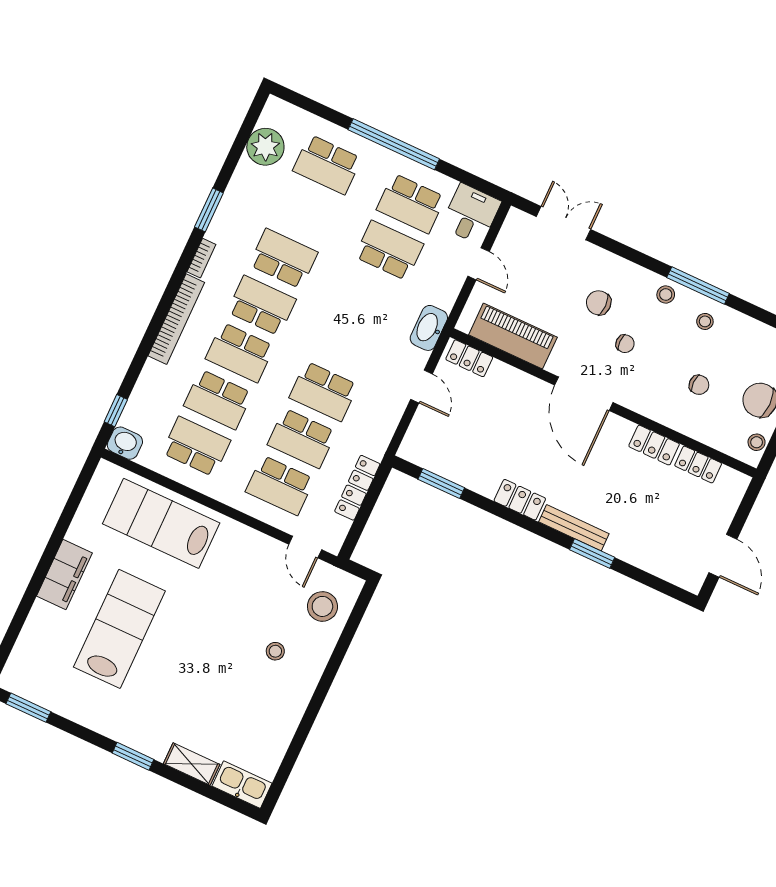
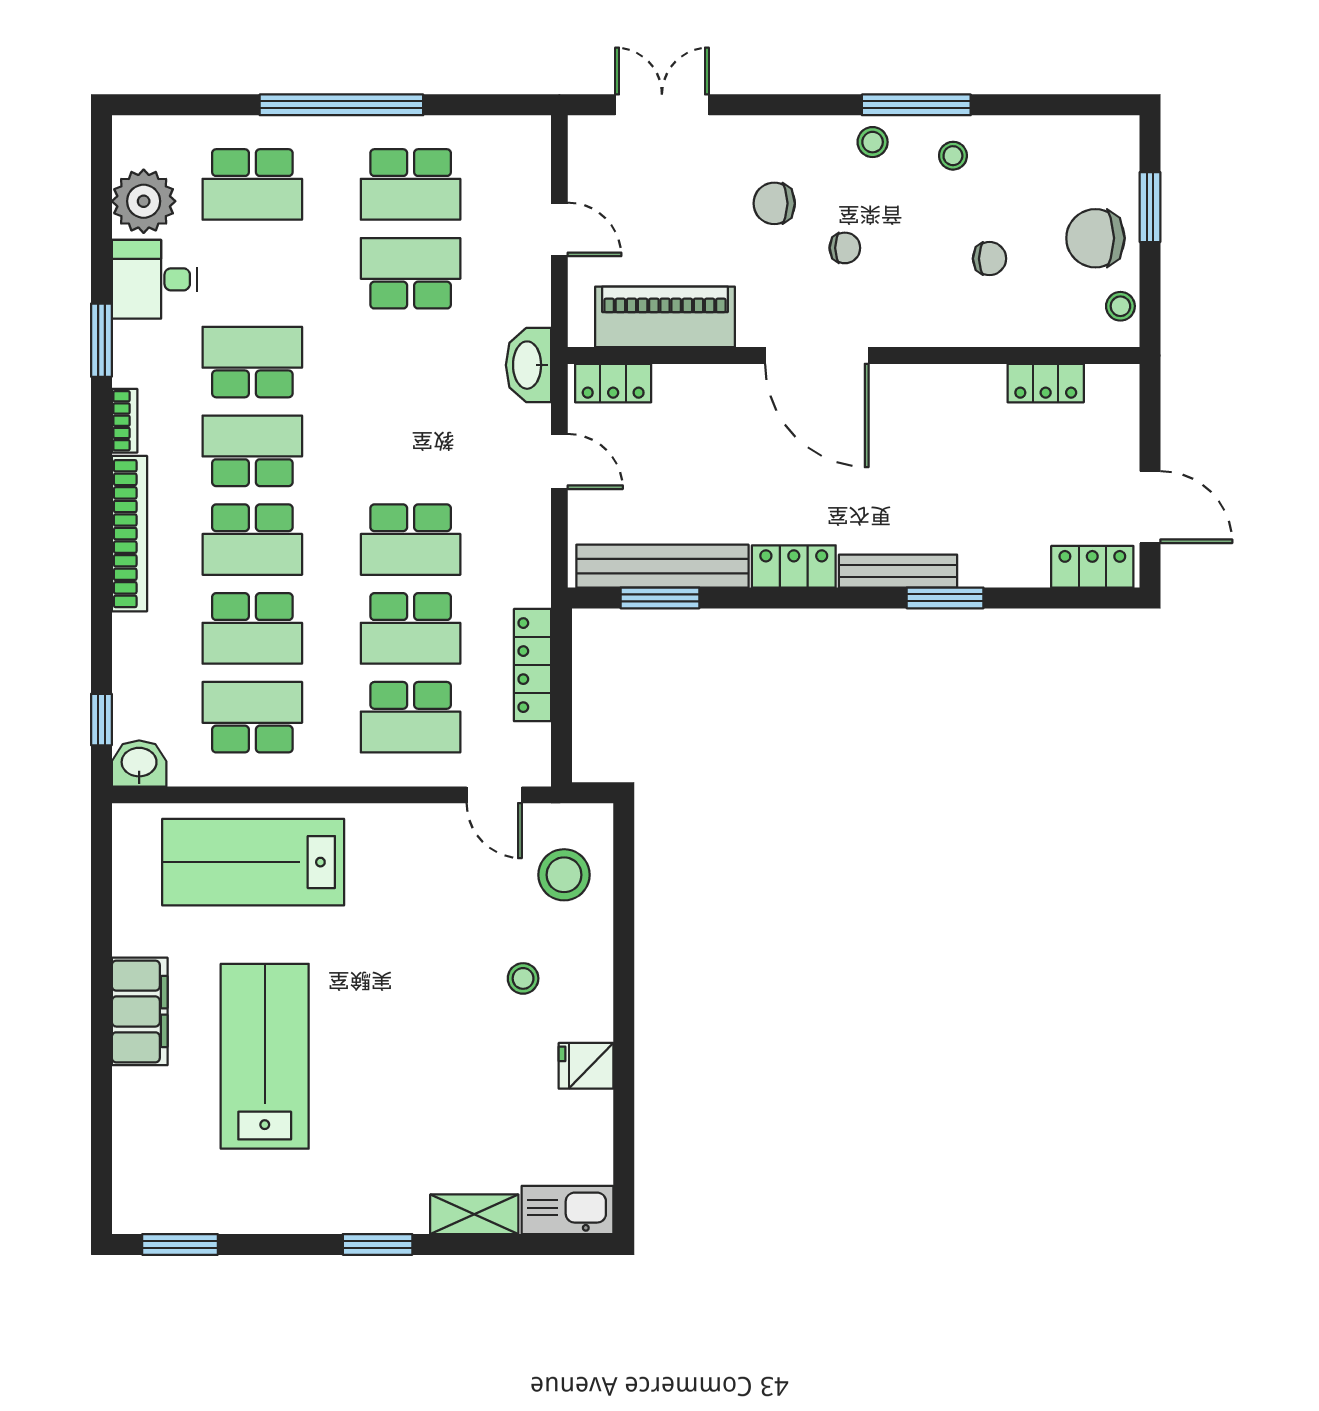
desk: (471, 214) -> (154, 279), moved, turned -90
locker: (654, 445) -> (1092, 567), moved, turned 180
bench: (450, 467) -> (662, 566), added
fridge: (287, 713) -> (586, 1066), added

